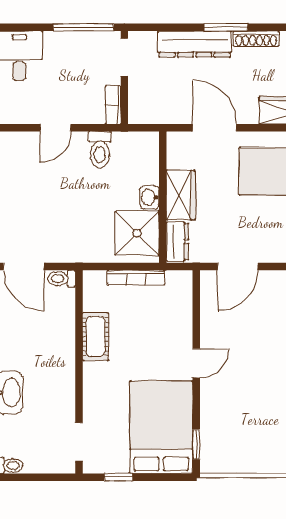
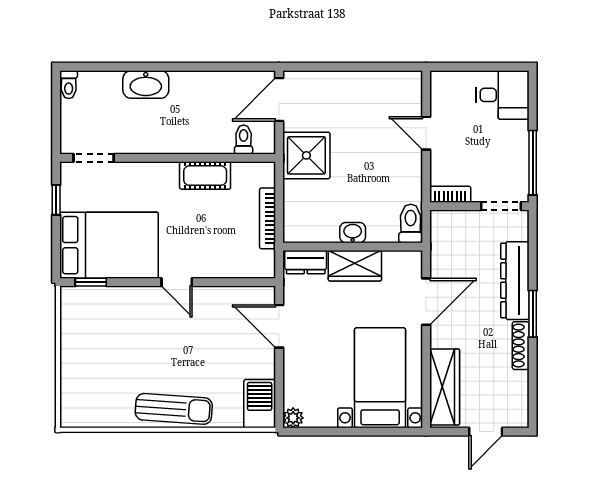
toilet: (100, 150) -> (411, 223), moved, turned 90
shower: (137, 233) -> (306, 155), moved
toilet: (62, 279) -> (244, 140), moved

